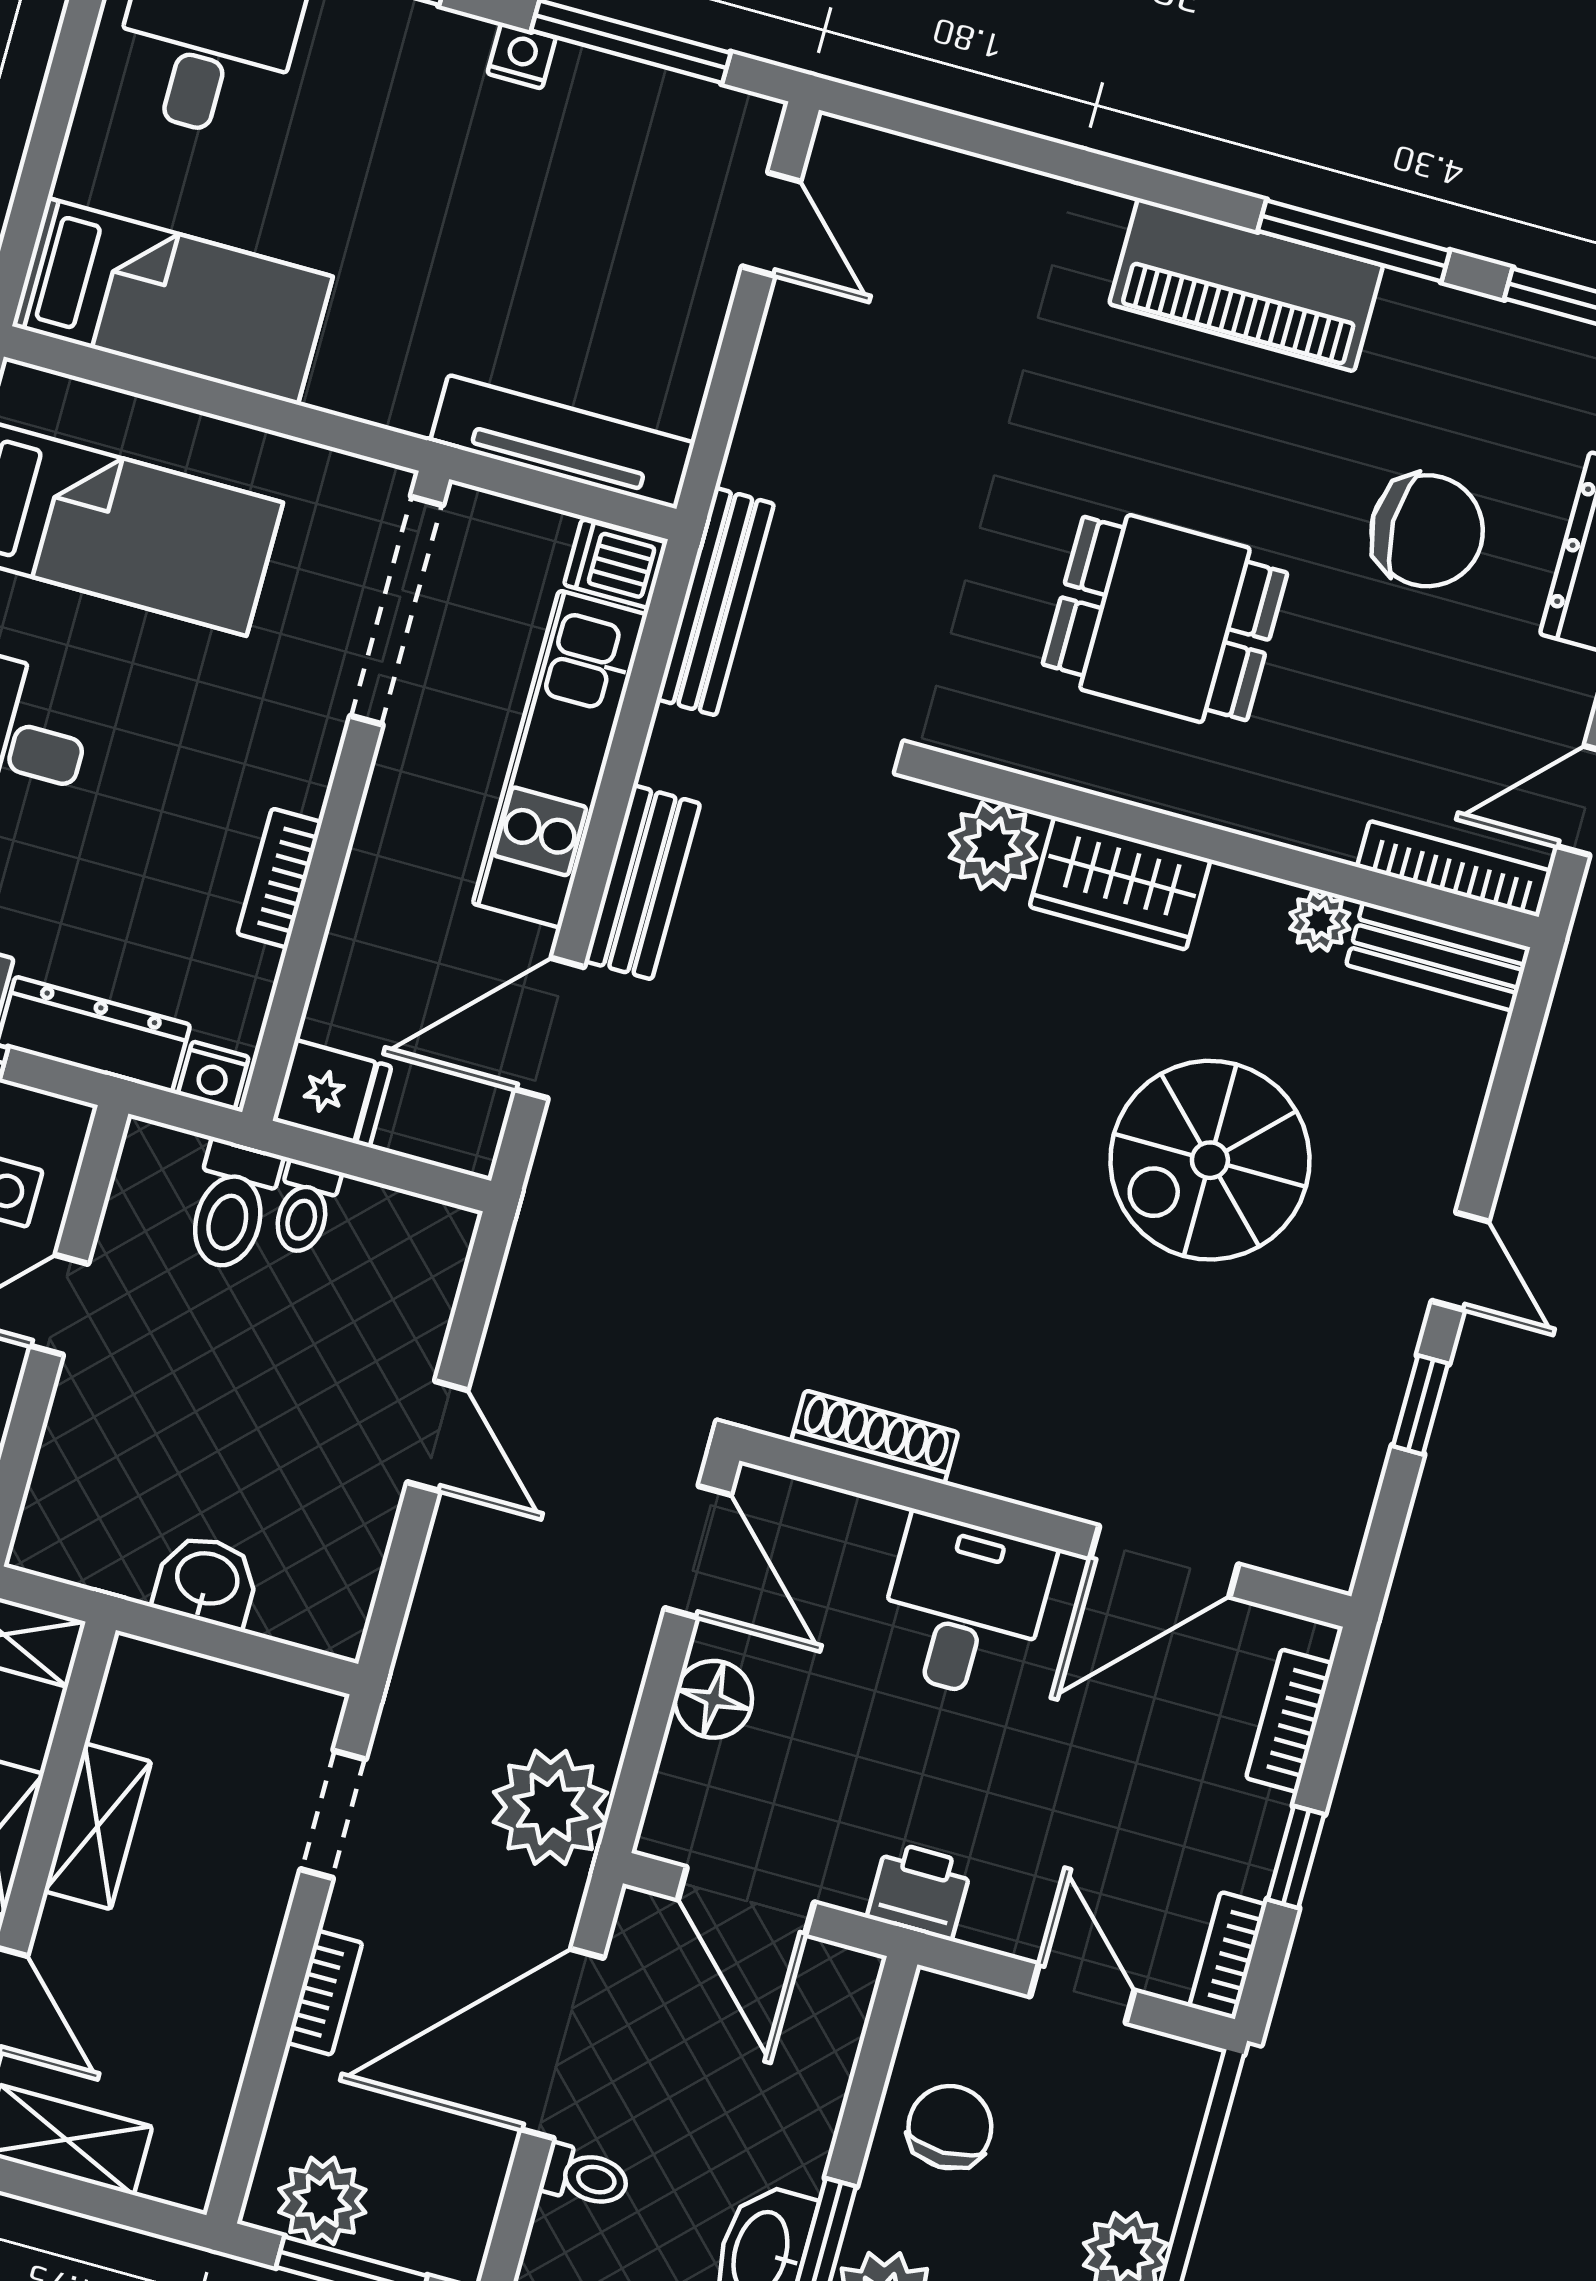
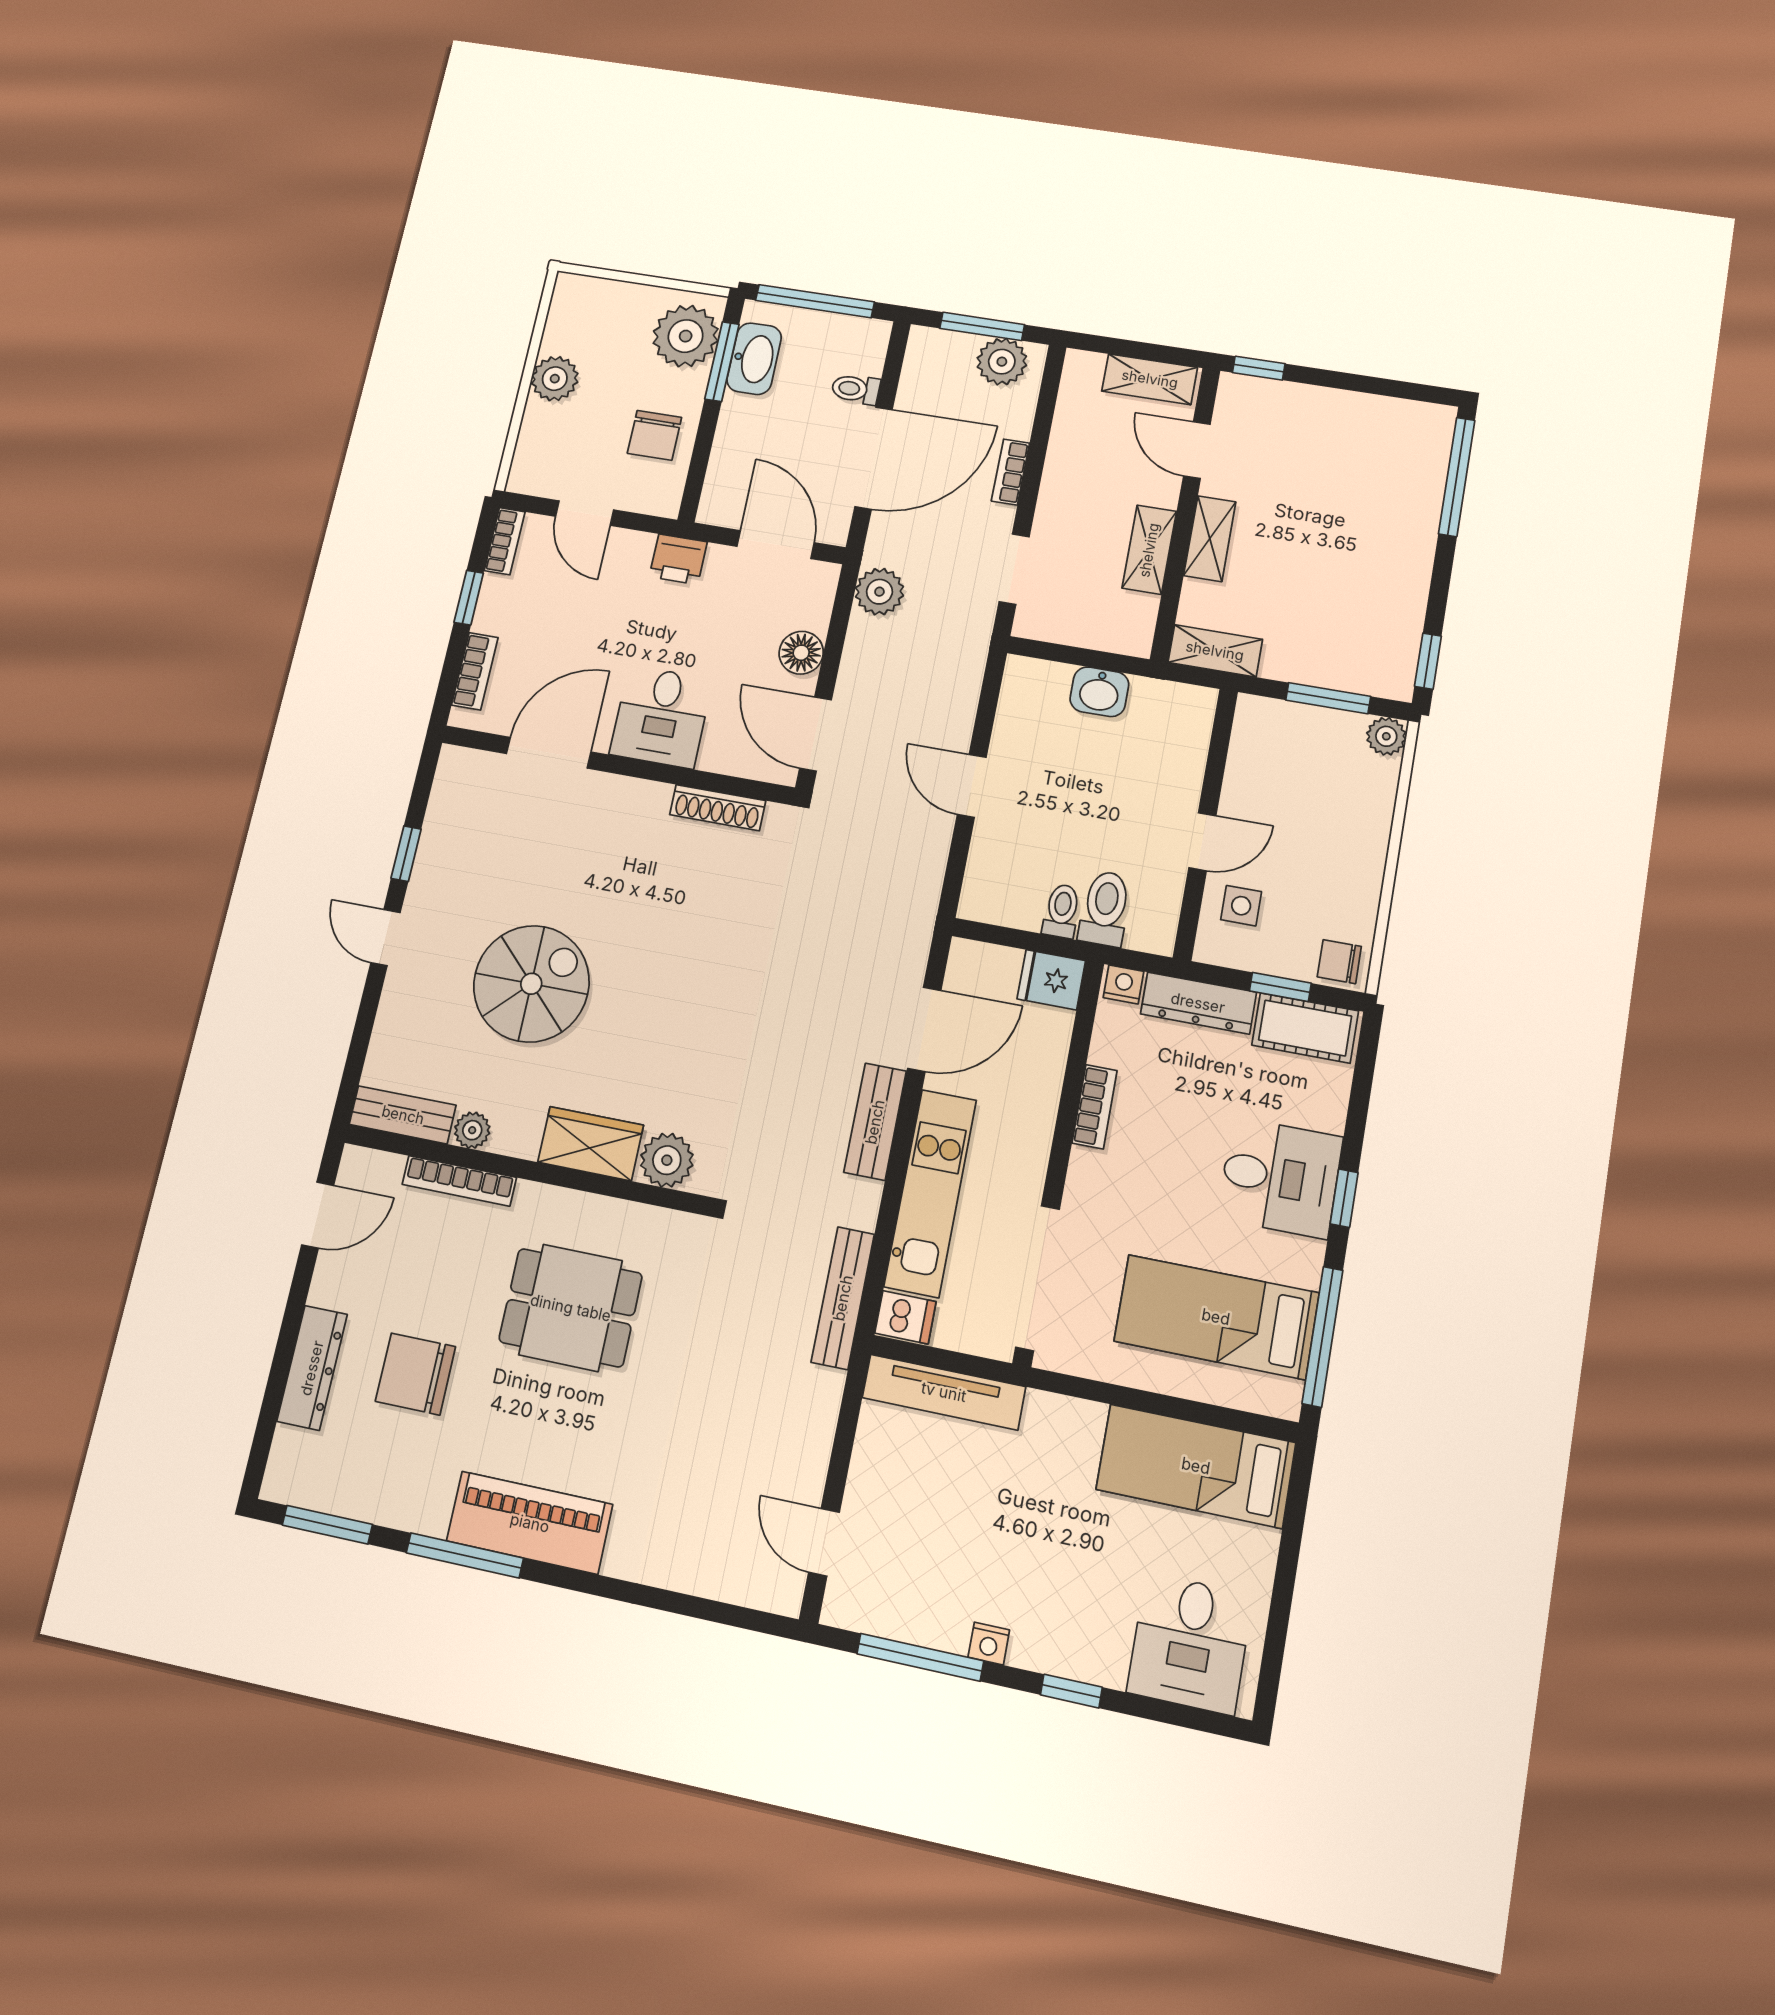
bookcase: (1454, 869) -> (459, 1181), moved
plant: (550, 1807) -> (879, 592), width x0.73, depth x0.73

